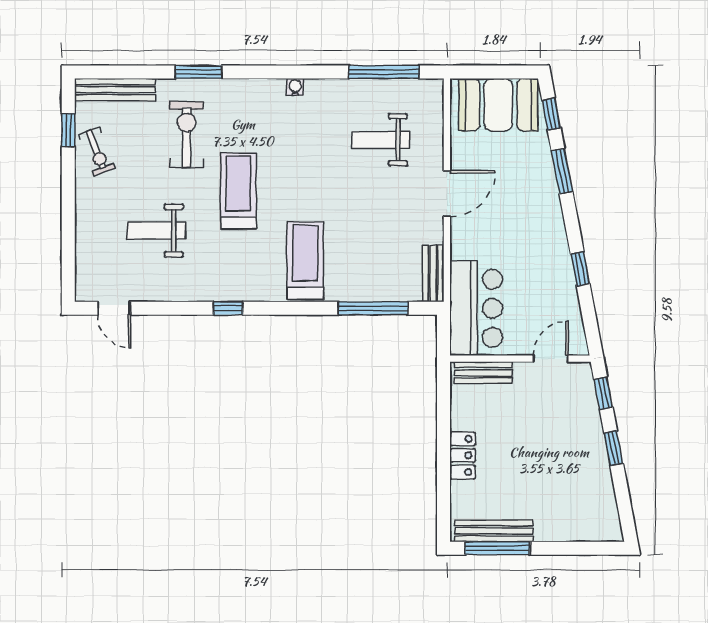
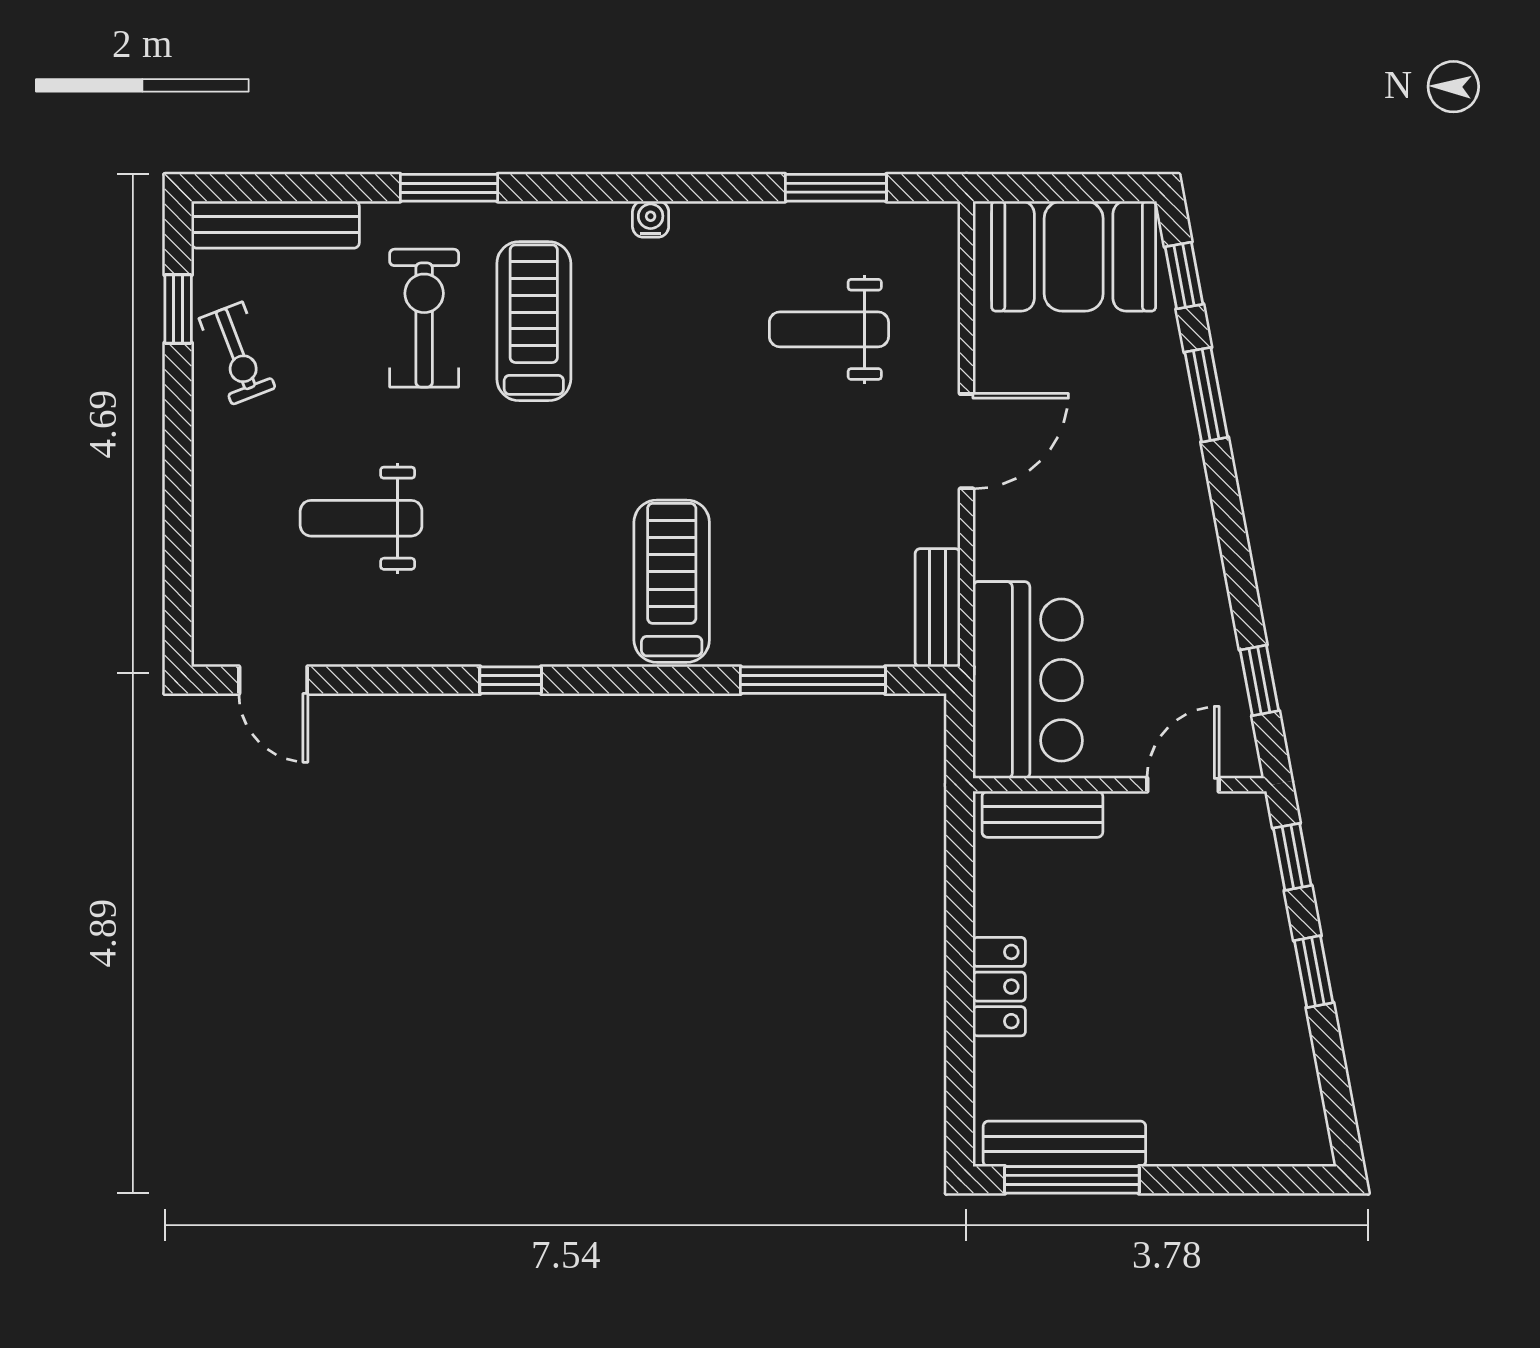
window: (384, 72) -> (836, 188), width x0.69
treadmill: (238, 191) -> (534, 321), moved
window: (580, 269) -> (1259, 680), moved

